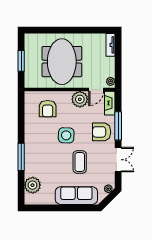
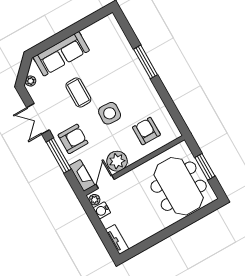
meeting table: (62, 62) -> (179, 186), moved
water cooler: (110, 71) -> (102, 210), added
plant: (33, 185) -> (116, 38), removed

